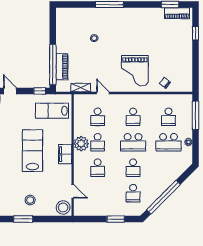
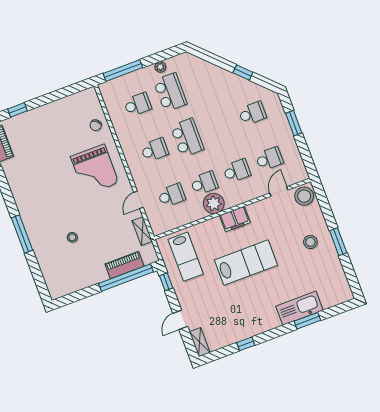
grand piano: (135, 71) -> (95, 170), turned 90
lab bench: (32, 151) -> (246, 263), turned 180
school desk: (133, 168) -> (269, 159), moved
window: (163, 197) -> (243, 72), width x0.32

